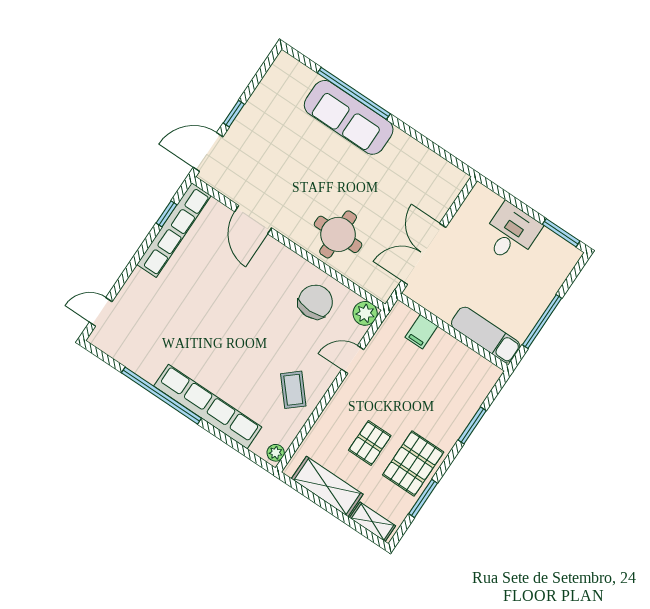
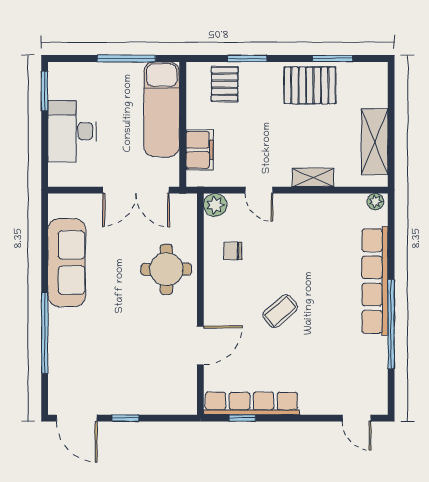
sofa: (349, 117) -> (67, 262), moved
door: (208, 152) -> (77, 418), moved
desk: (511, 233) -> (72, 131), width x1.37
chair: (315, 302) -> (233, 251), width x0.54, depth x0.54
filing cabinet: (421, 332) -> (200, 150), width x2.00
exam couch: (486, 335) -> (162, 109), width x1.36, depth x1.45
coffee table: (293, 390) -> (280, 311), moved
pallet: (370, 443) -> (225, 84), moved, turned 90
shelving: (373, 522) -> (313, 177), moved, turned 90

